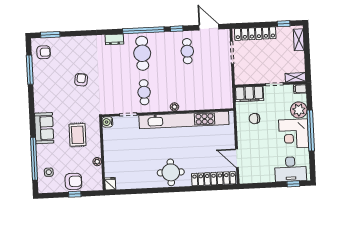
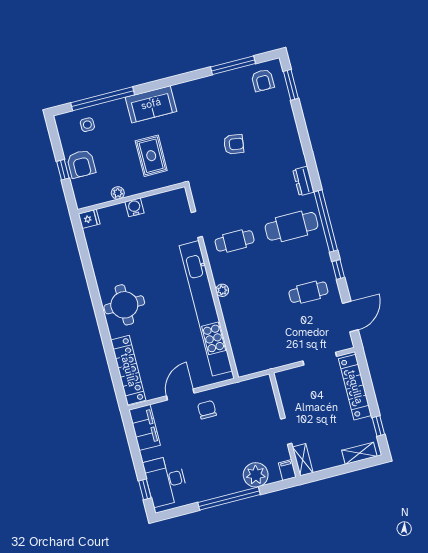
filing cabinet: (249, 94) -> (145, 427), moved, turned 180
chair: (254, 119) -> (207, 410), moved
water cooler: (107, 122) -> (134, 207), moved
corner desk: (294, 134) -> (219, 474), removed
rug: (78, 135) -> (151, 156), turned 90
door: (237, 158) -> (180, 394), moved

